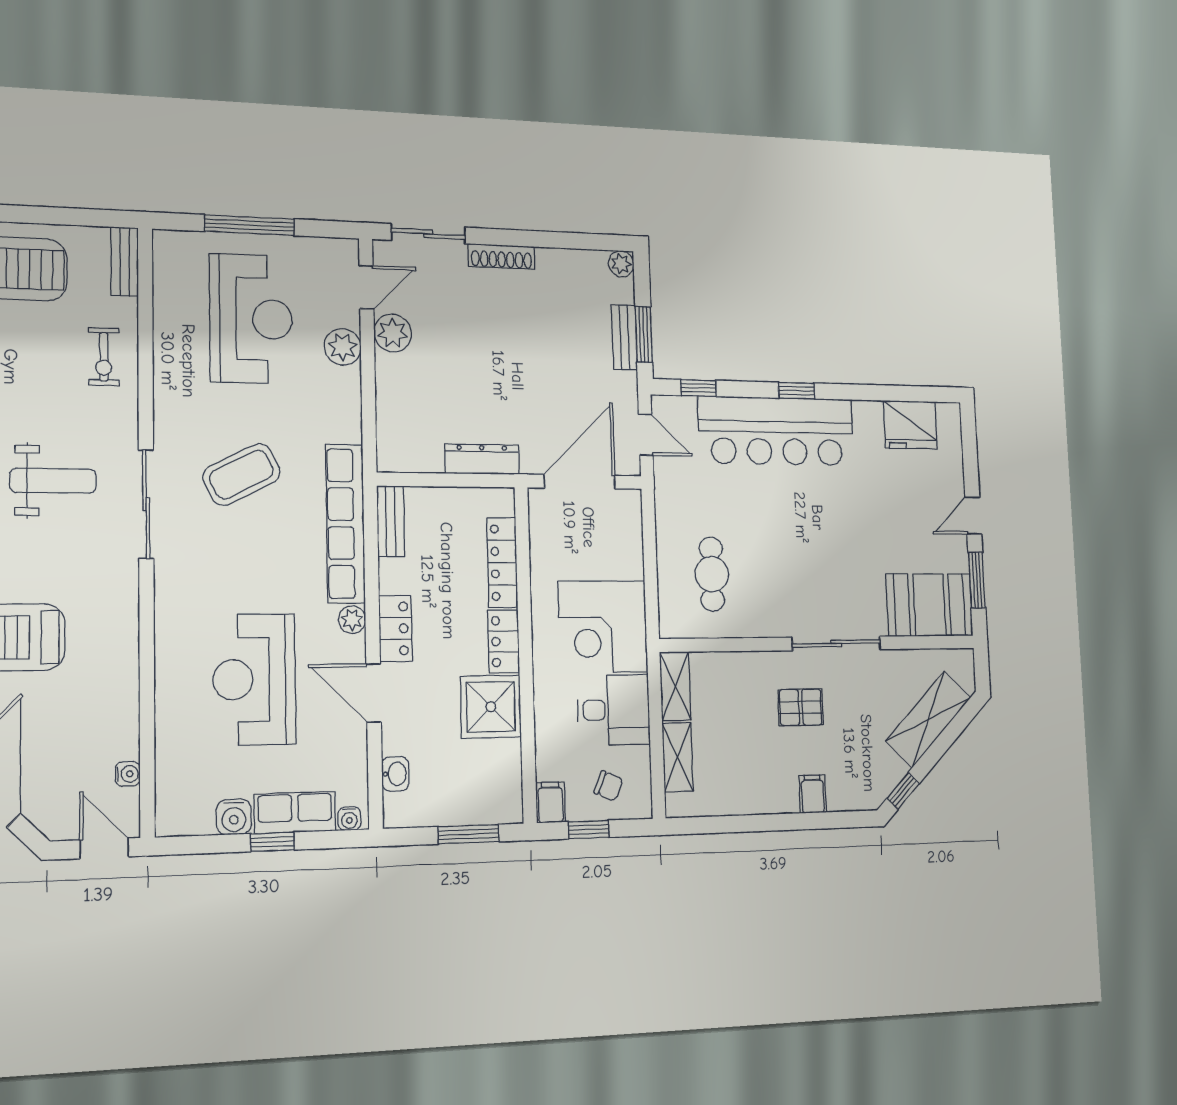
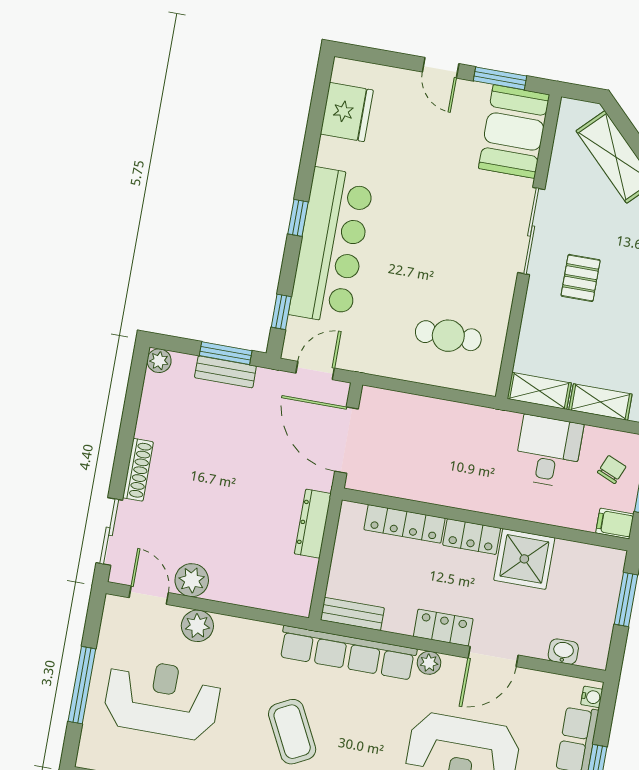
corner desk: (603, 627) -> (476, 446), removed

